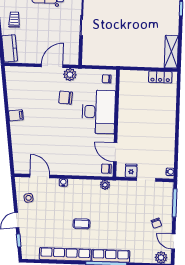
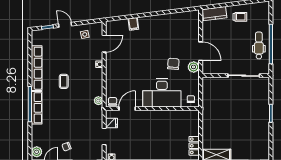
filing cabinet: (16, 115) -> (133, 24), moved

